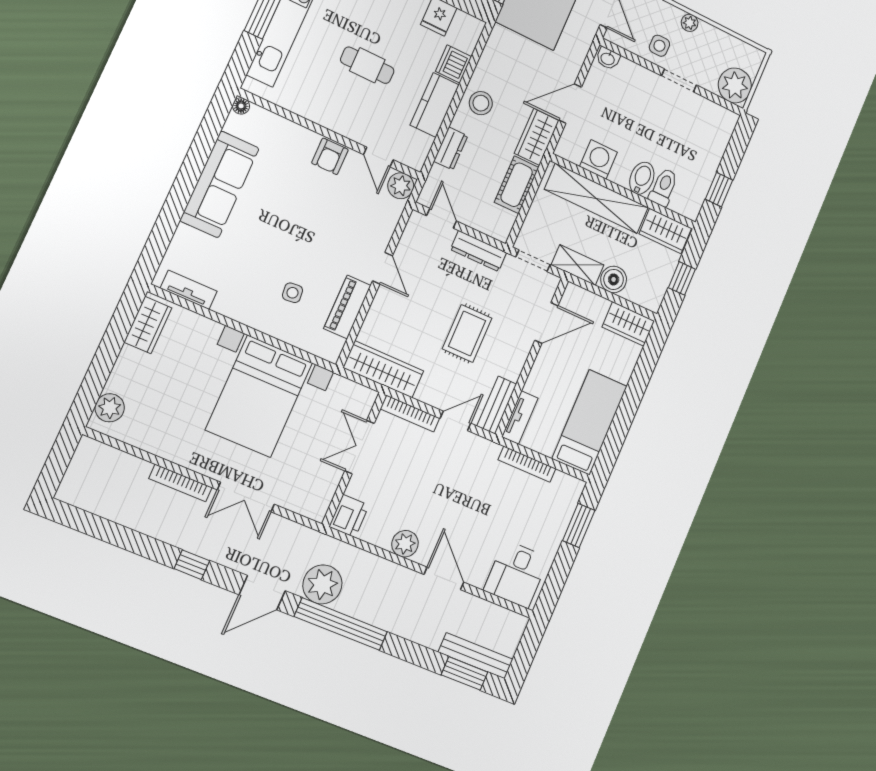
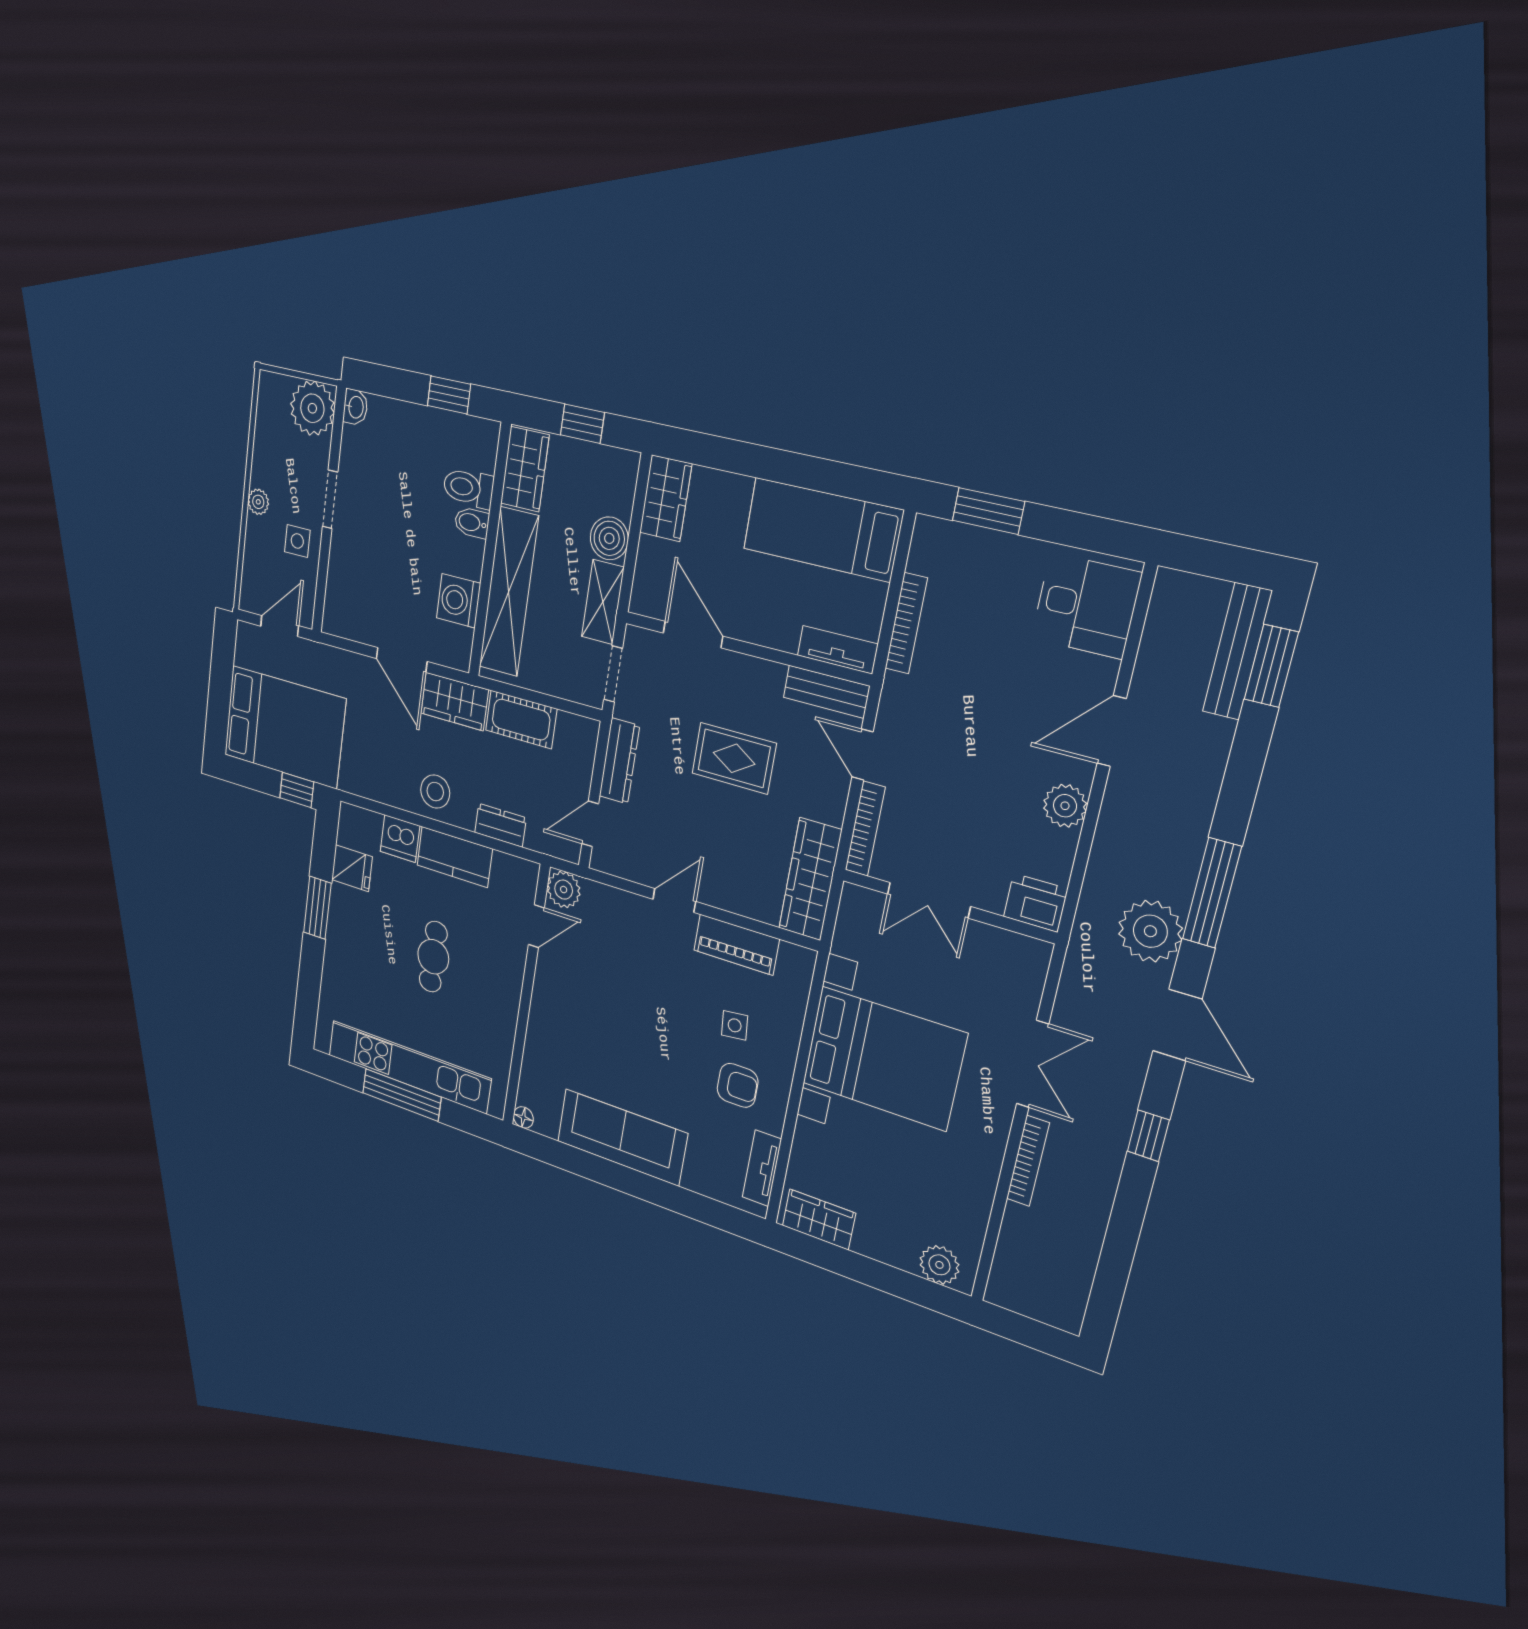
washbasin: (608, 58) -> (355, 407), moved
armchair: (330, 156) -> (738, 1085), moved
bidet: (642, 178) -> (472, 523), width x0.72, depth x0.74
window: (341, 624) -> (1212, 893), width x0.68

